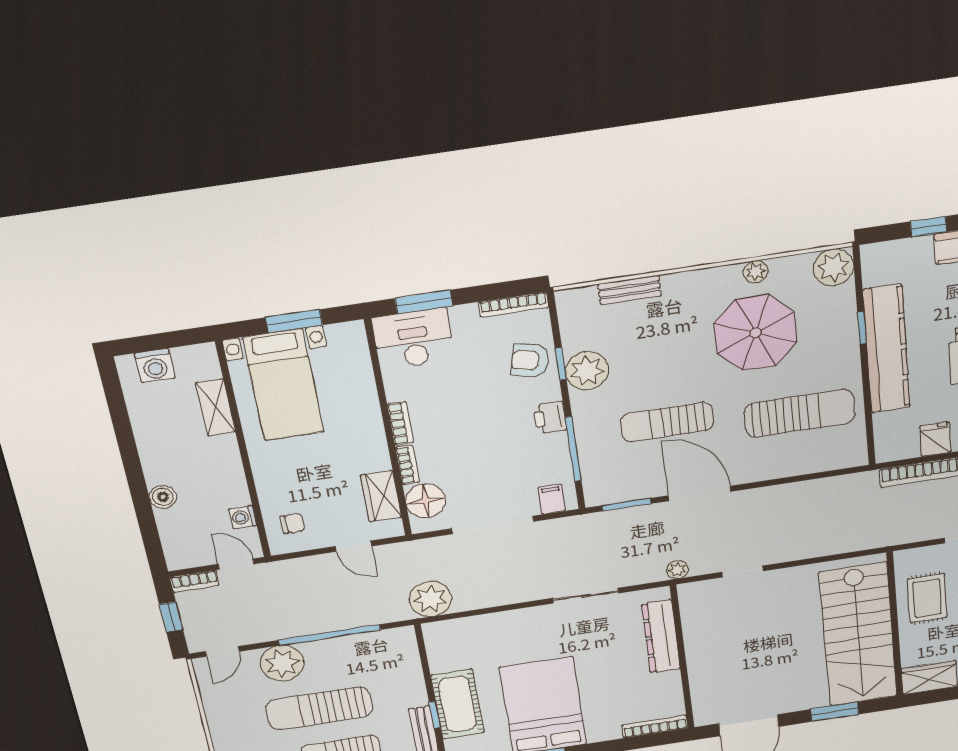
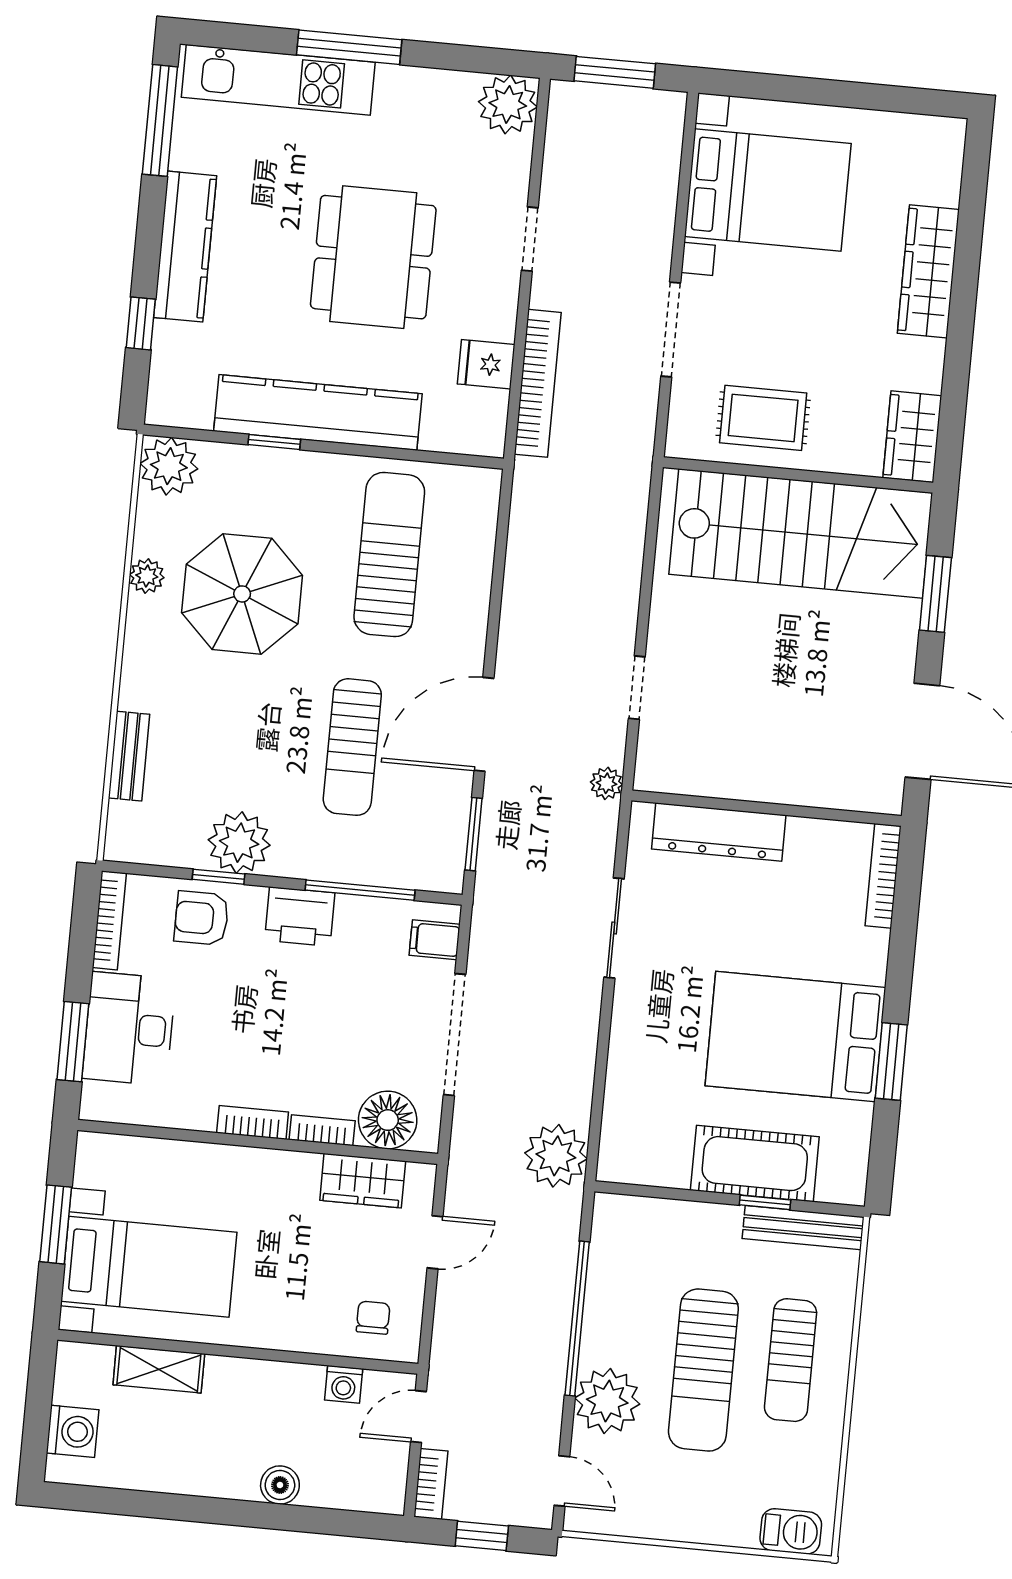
desk: (413, 339) -> (129, 1029), moved
armchair: (530, 360) -> (202, 918), turned 77
printer: (550, 418) -> (300, 917), width x1.36, depth x1.24

